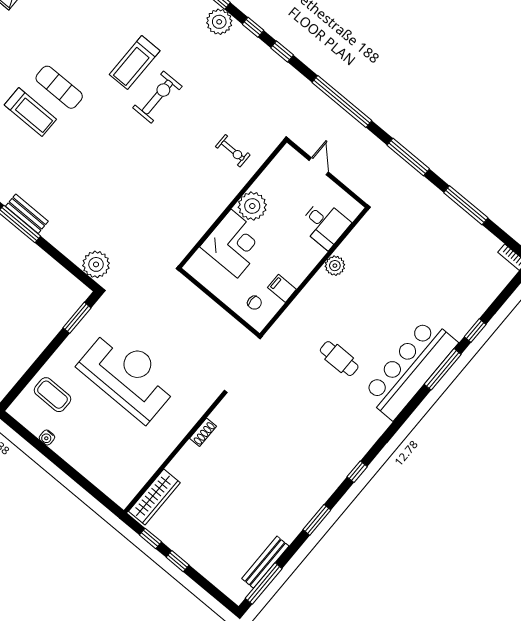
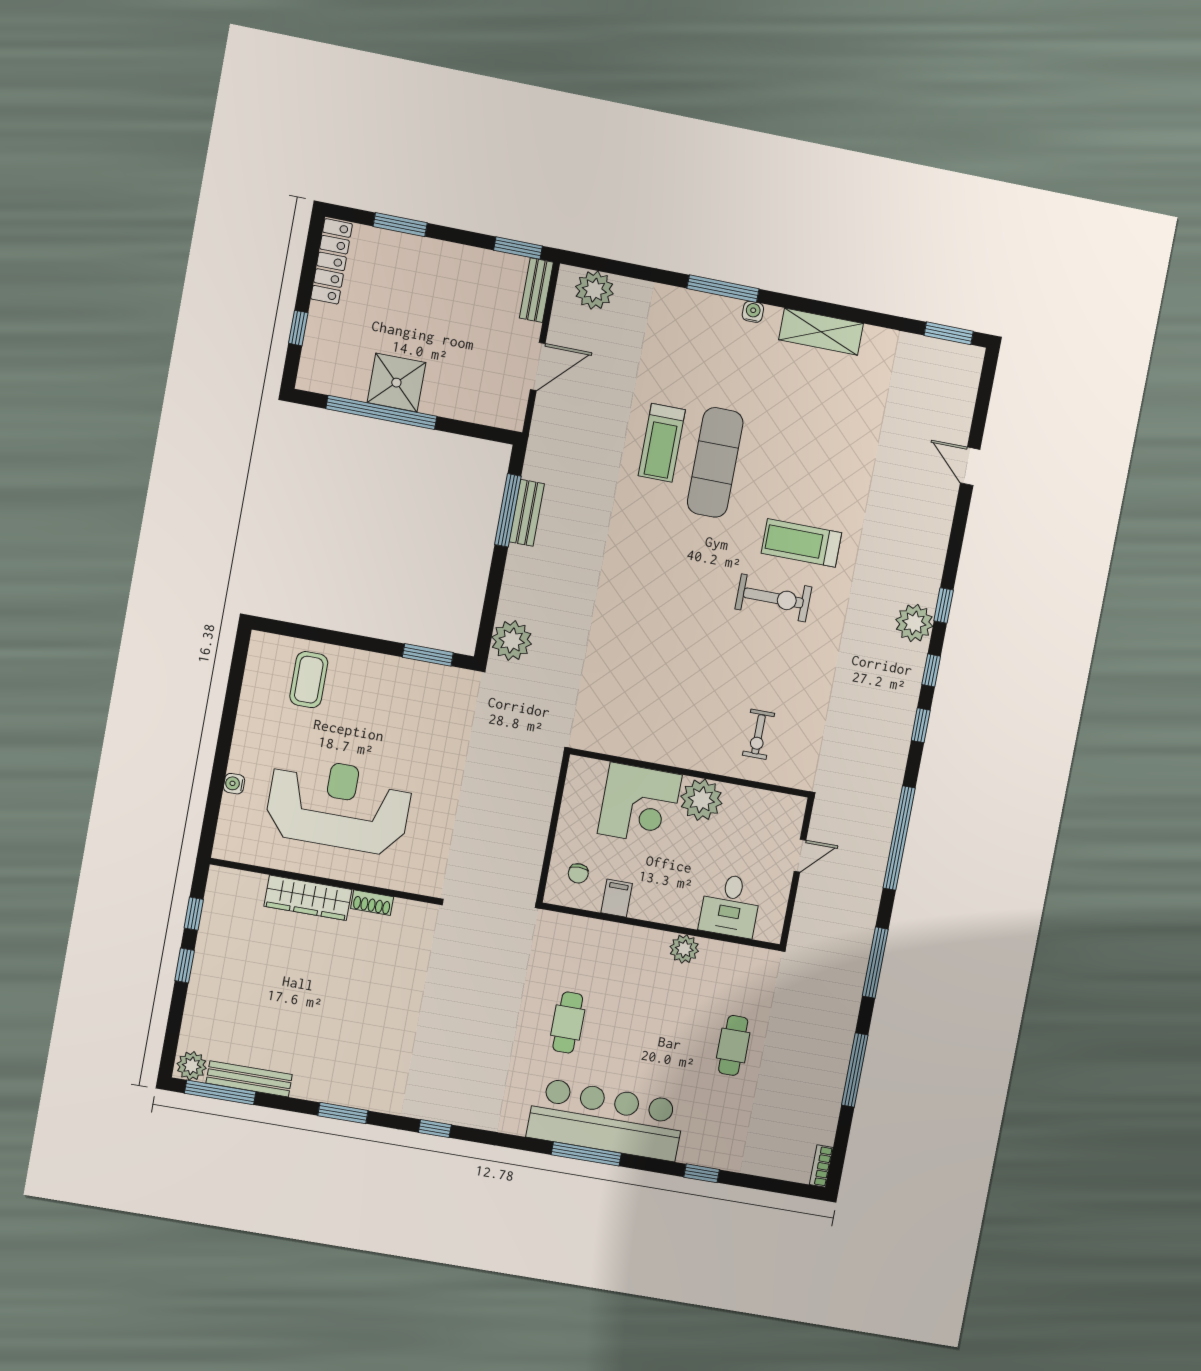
exercise mat: (59, 87) -> (715, 462), width x1.36, depth x1.45
cafe table: (409, 269) -> (733, 1045), added
window: (443, 369) -> (586, 1154), moved
reception desk: (128, 375) -> (339, 805), moved, turned -90
water cooler: (47, 437) -> (234, 784), moved
wardrobe: (154, 497) -> (308, 898), moved
plant: (239, 591) -> (192, 1066), added

